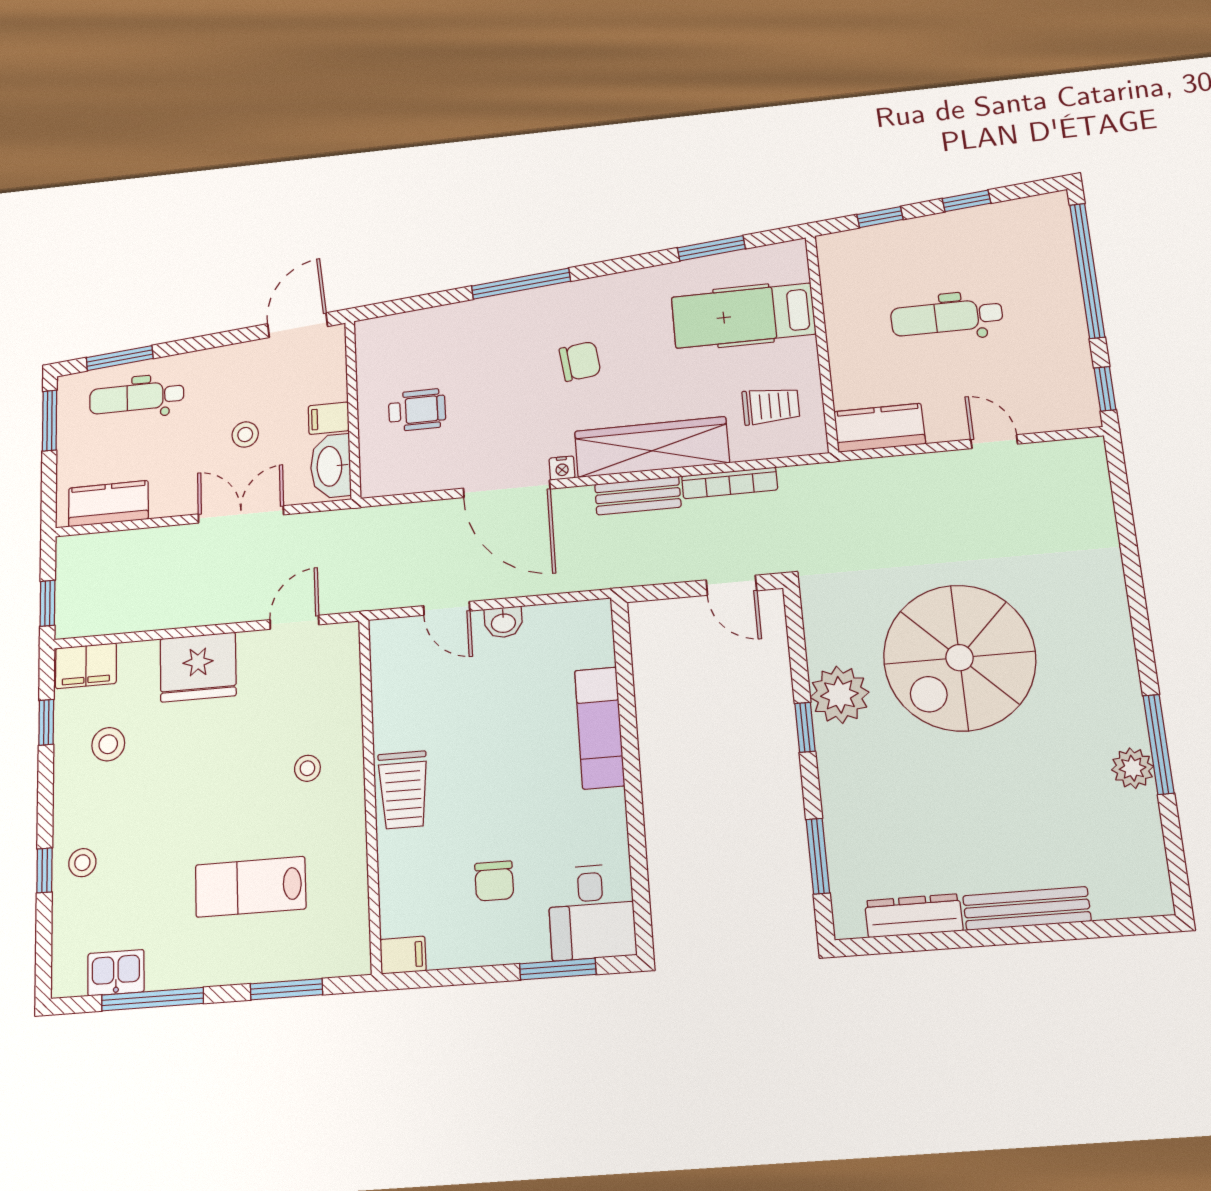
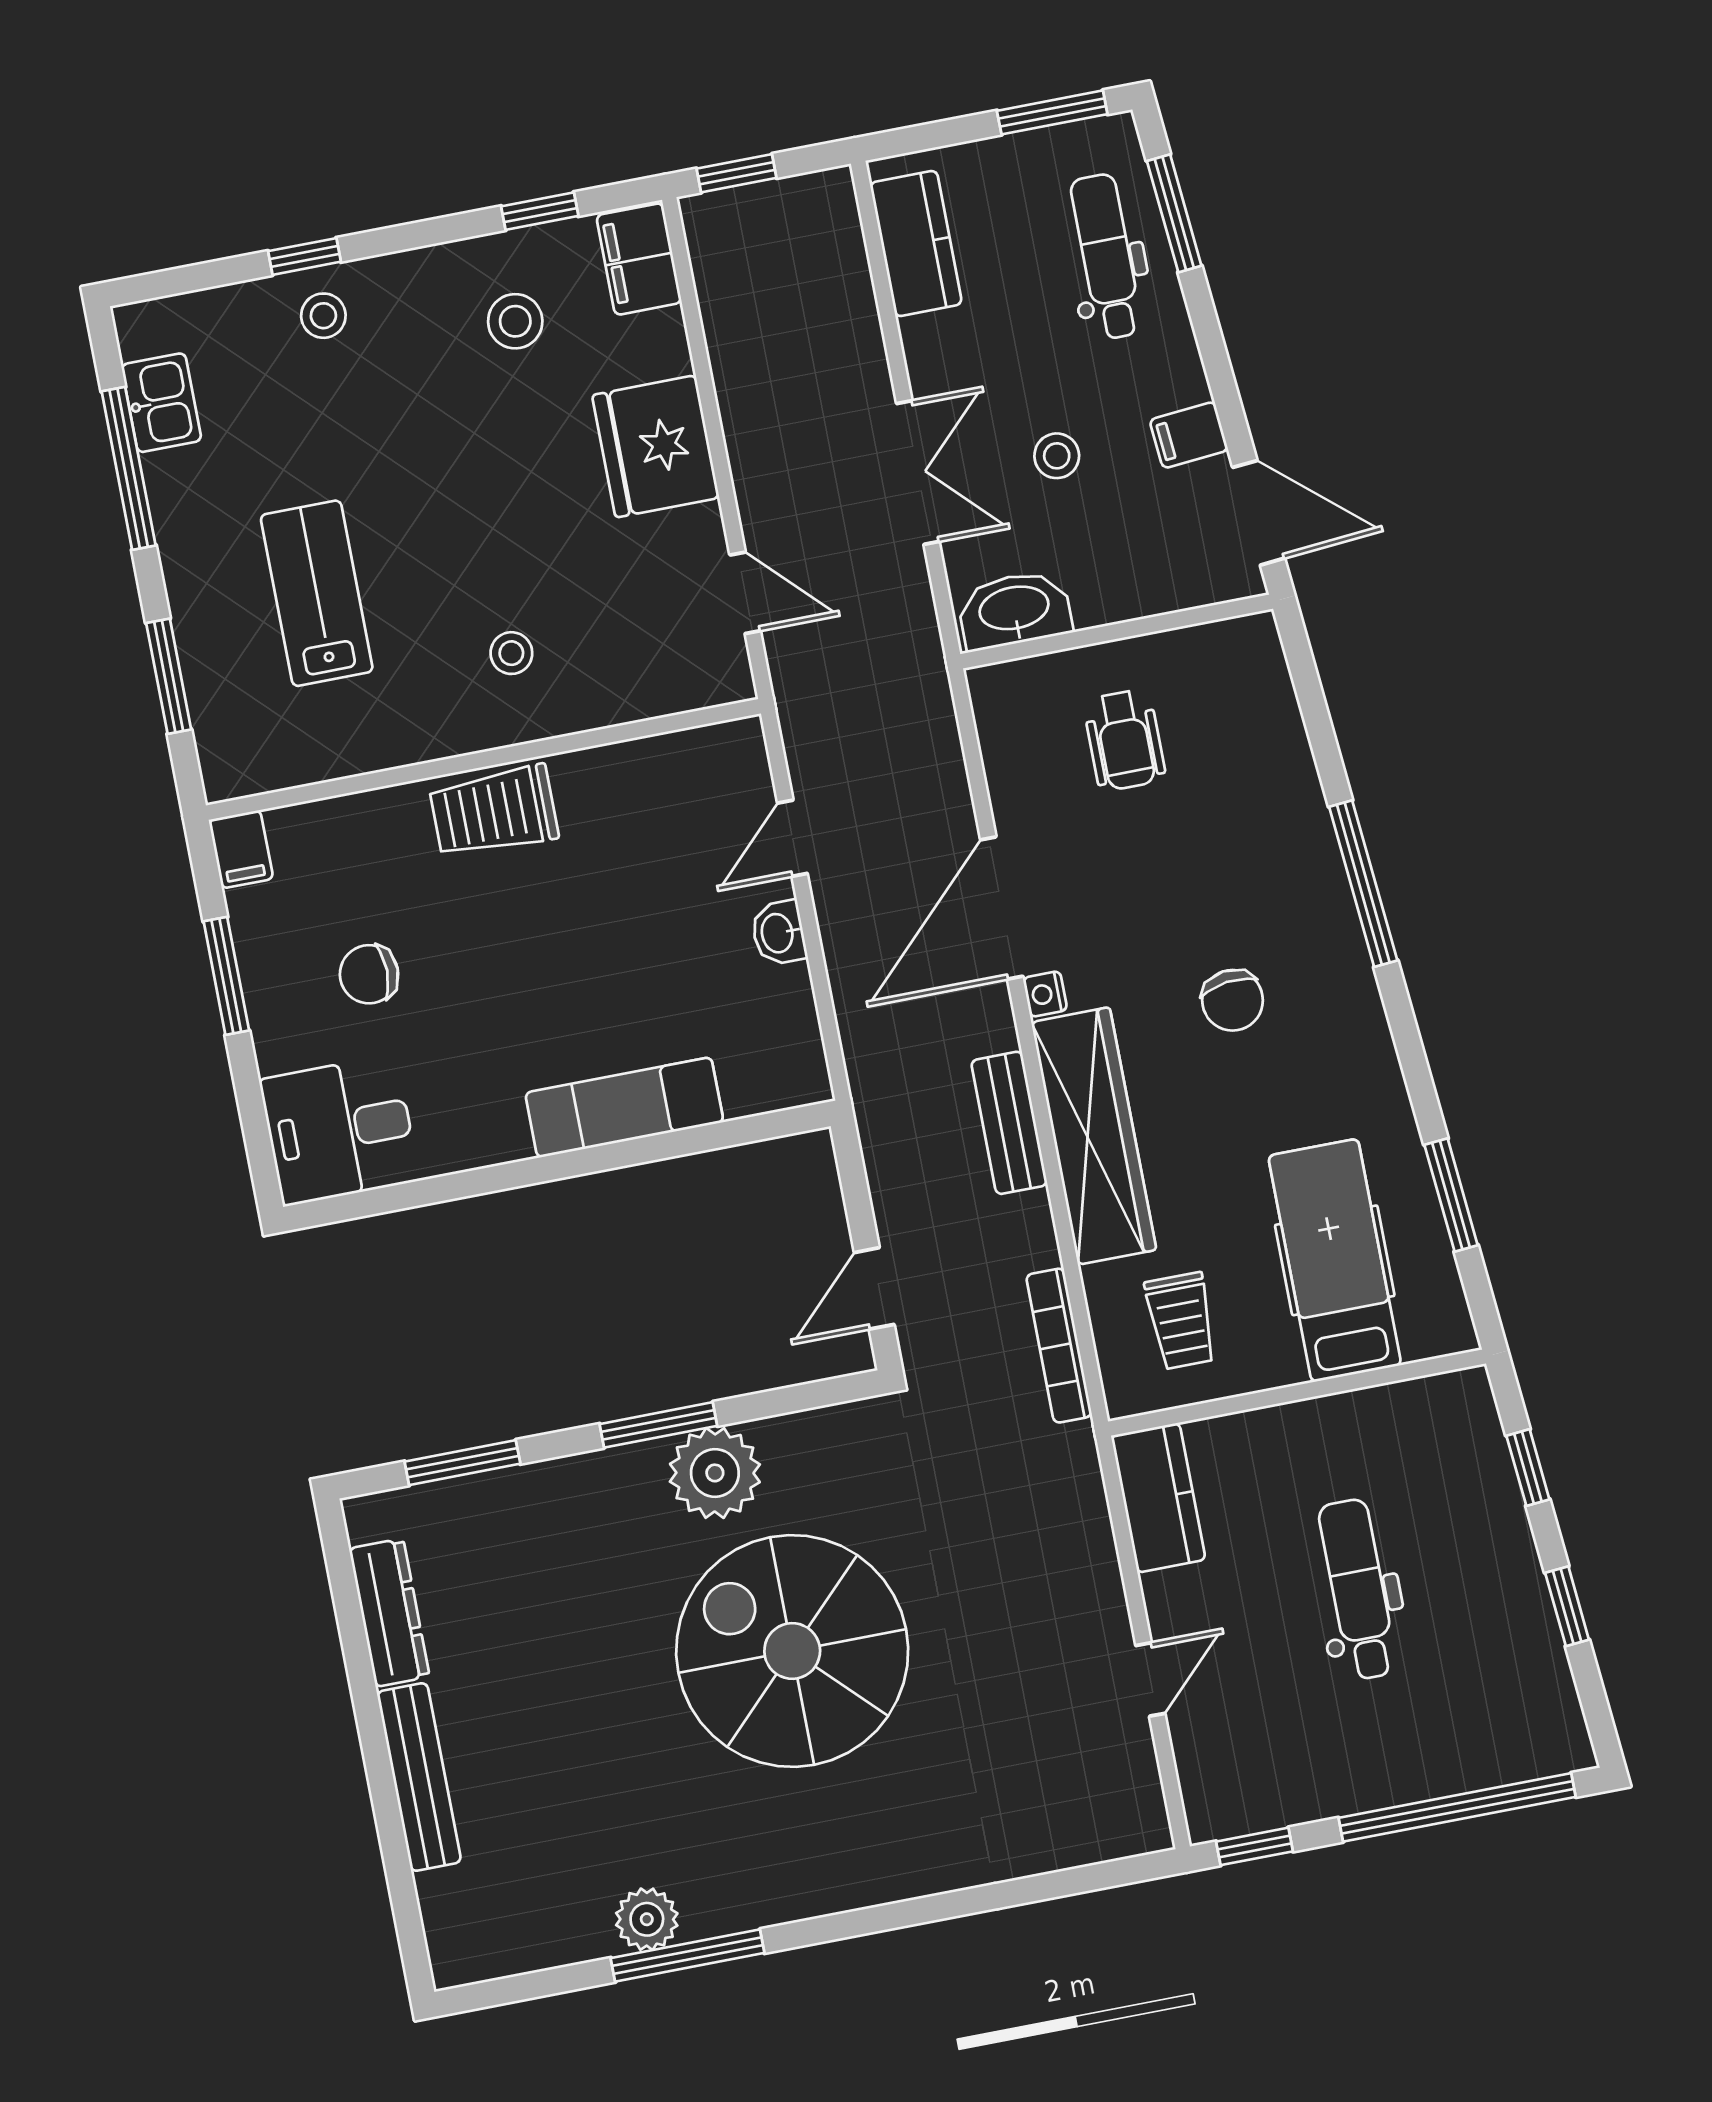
filing cabinet: (329, 418) -> (1189, 435), moved, turned -95
bookcase: (730, 483) -> (1059, 1346), moved
window: (805, 727) -> (658, 1425), width x1.50
window: (558, 969) -> (226, 976), moved

